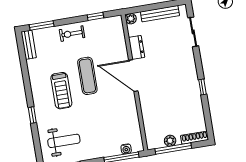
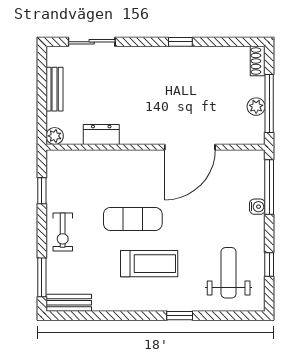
bench: (160, 14) -> (55, 89), width x0.73
door: (133, 76) -> (190, 147), moved
shoe rack: (195, 138) -> (258, 61), width x0.70
water cooler: (126, 149) -> (257, 207), moved

